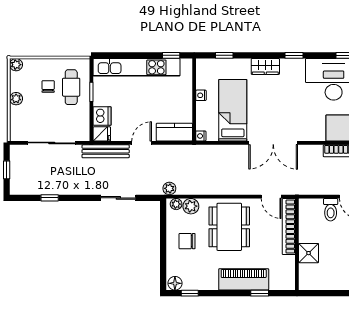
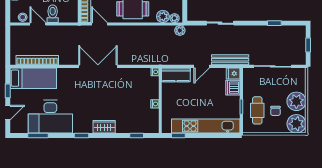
plant: (16, 65) -> (296, 124), width x1.87, depth x1.87
plant: (16, 99) -> (296, 101), width x1.88, depth x1.88
bed: (233, 110) -> (130, 92), removed

